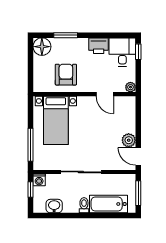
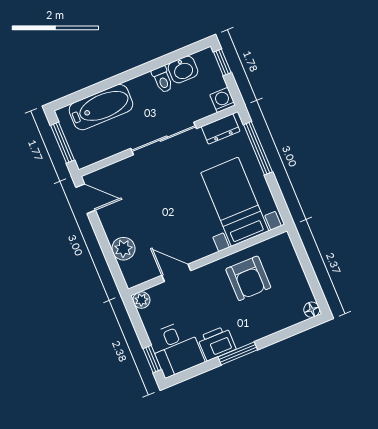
window: (66, 35) -> (238, 353), moved
floor lamp: (42, 47) -> (312, 310), width x0.53, depth x0.53
plant: (129, 140) -> (123, 249), moved
dresser: (47, 164) -> (221, 129), added
window: (31, 189) -> (222, 62), moved
toilet: (84, 205) -> (162, 80), moved

